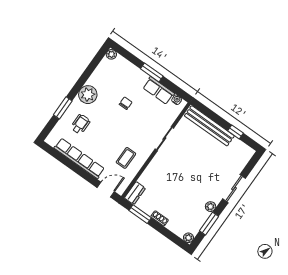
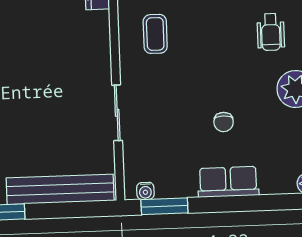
window: (152, 72) -> (164, 206), moved
row of seats: (159, 91) -> (228, 182), moved

